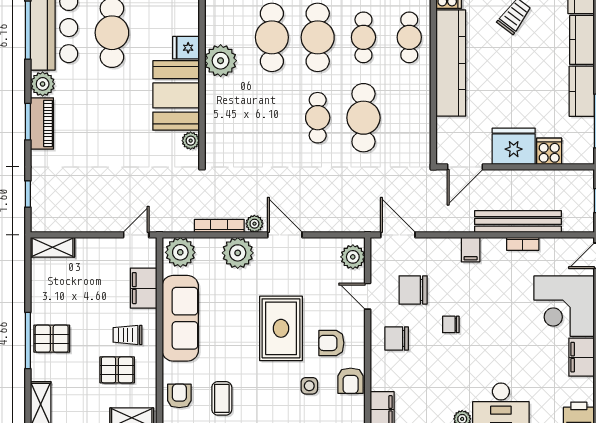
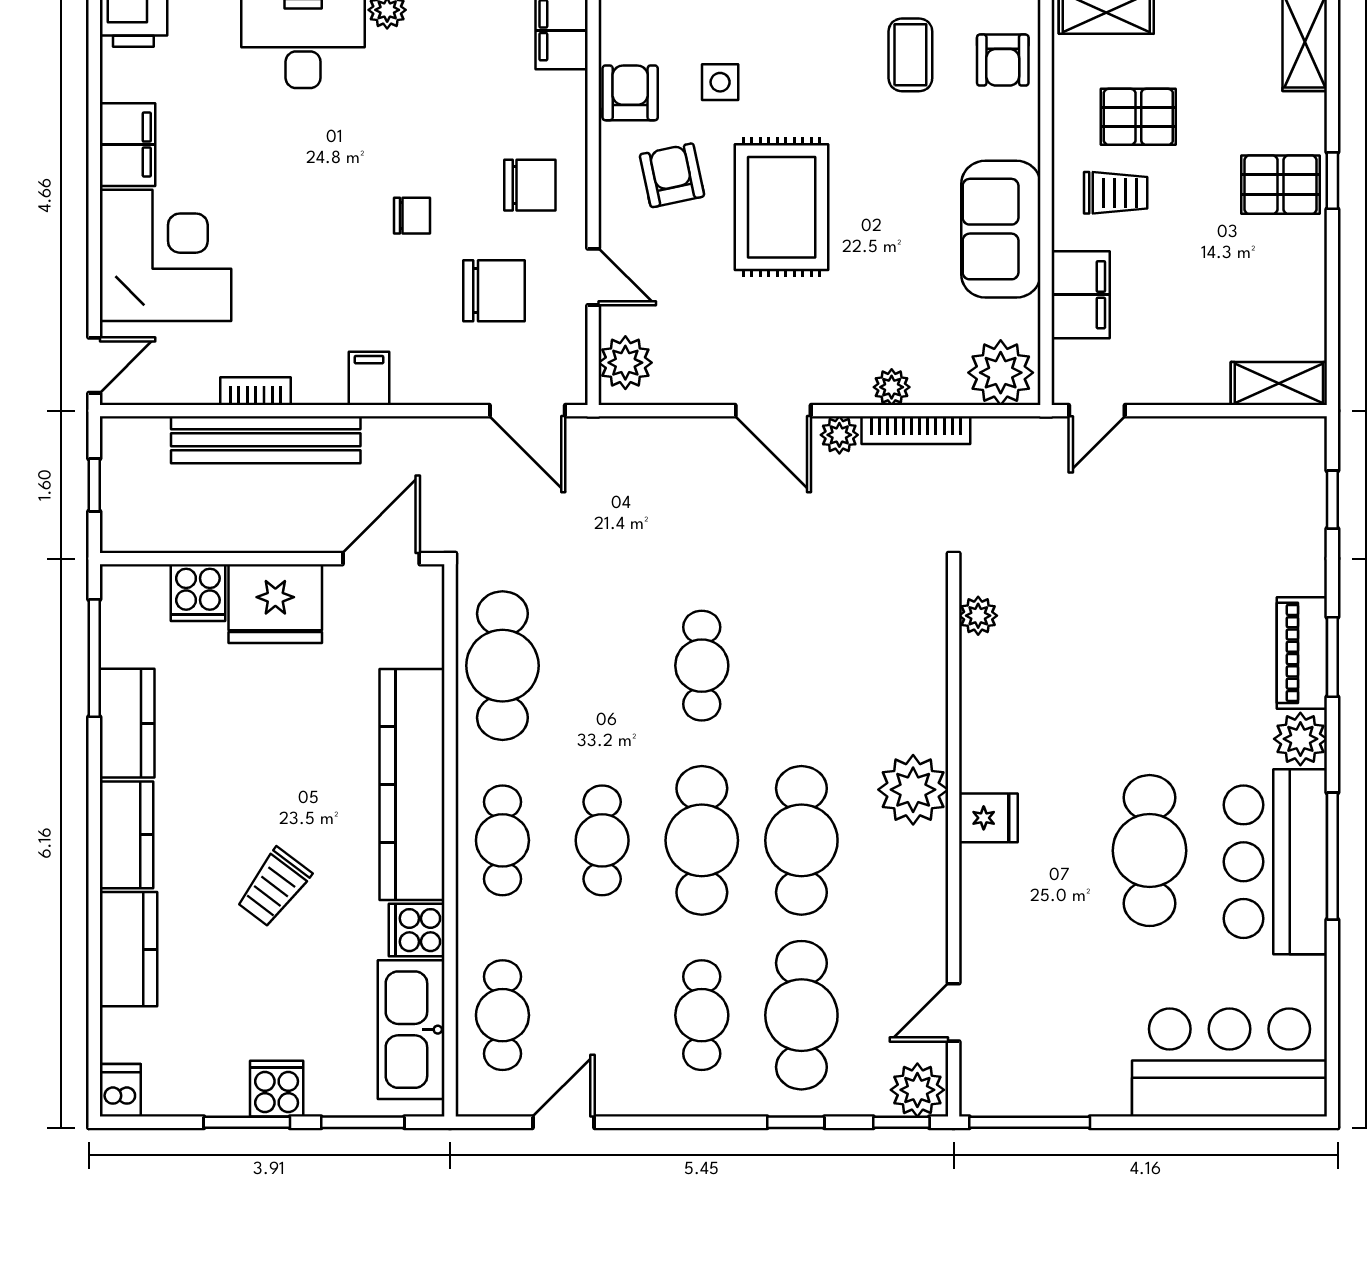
booth: (176, 95) -> (1010, 714), removed
cafe table: (363, 118) -> (502, 666), moved
plant: (238, 253) -> (892, 387), width x0.53, depth x0.53
sofa: (180, 318) -> (1001, 229), width x0.73
window: (28, 341) -> (1332, 181), width x0.46
armchair: (331, 343) -> (672, 175), turned -102

